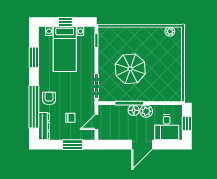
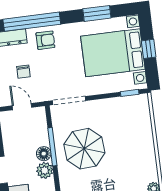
bed with nightstands: (65, 49) -> (113, 53), width x1.36
parasol: (130, 69) -> (84, 149), moved

